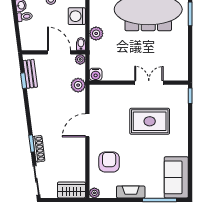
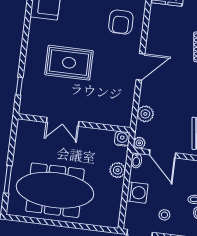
water cooler: (96, 74) -> (122, 139), moved
wall: (139, 83) -> (74, 123), moved
double door: (149, 83) -> (63, 122), moved

